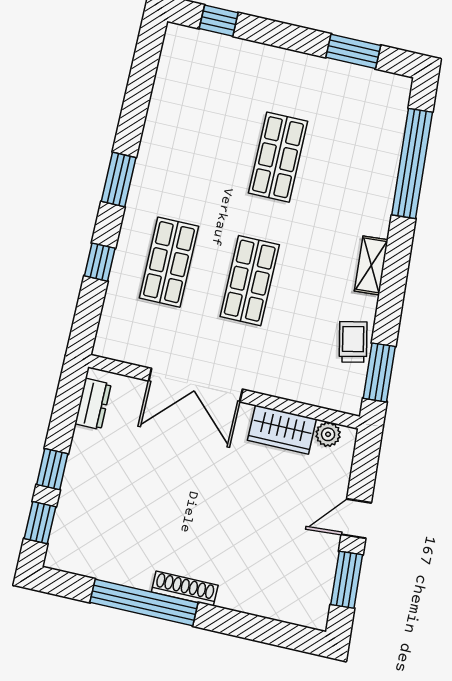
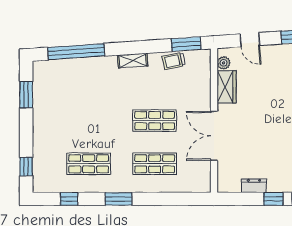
shop shelf: (278, 157) -> (89, 164), moved
window: (100, 262) -> (69, 199), moved
double door: (196, 385) -> (214, 136), swing flipped
dresser: (93, 404) -> (254, 186), moved
door: (356, 519) -> (250, 40), moved

